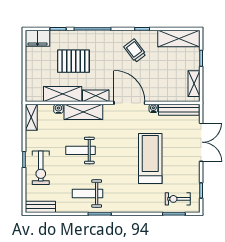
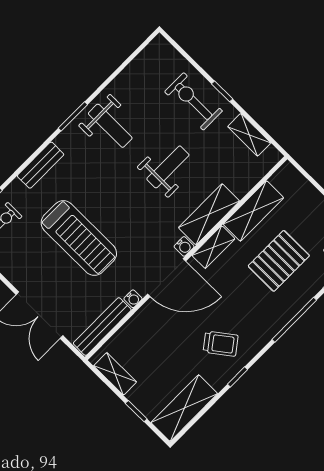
water cooler: (58, 109) -> (184, 246), moved
shelving: (31, 117) -> (249, 135), moved
weight bench: (88, 194) -> (110, 126), turned 90
bench: (40, 207) -> (41, 165), moved

